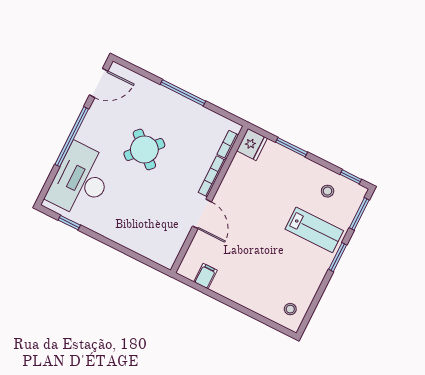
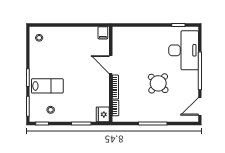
lab bench: (314, 230) -> (47, 86), turned 180
filing cabinet: (206, 276) -> (103, 33), moved

